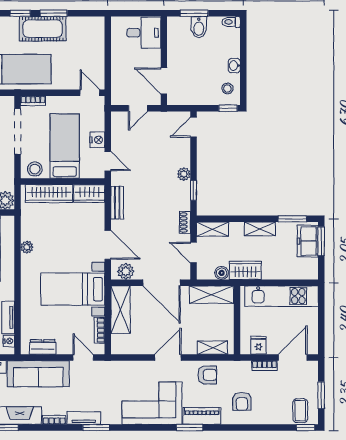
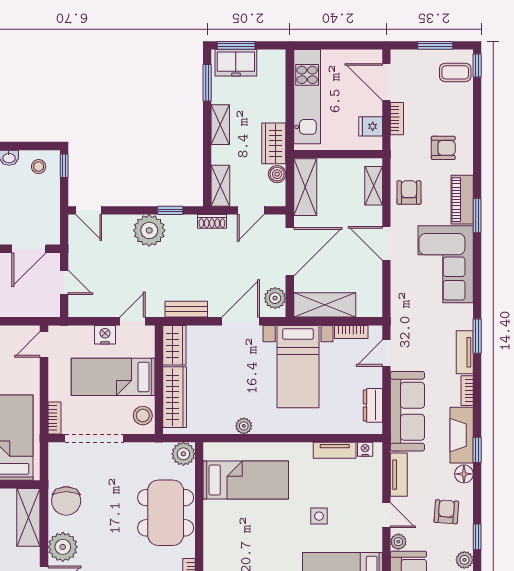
plant: (184, 174) -> (149, 230), width x1.88, depth x1.88

